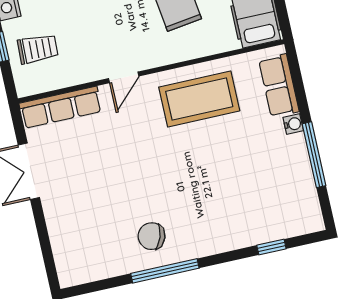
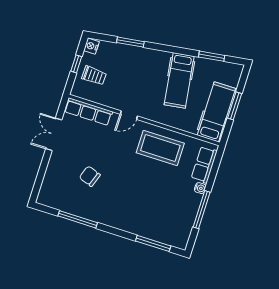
chair: (152, 236) -> (90, 176), moved
window: (271, 247) -> (153, 243), width x2.17
window: (165, 271) -> (78, 219), moved

